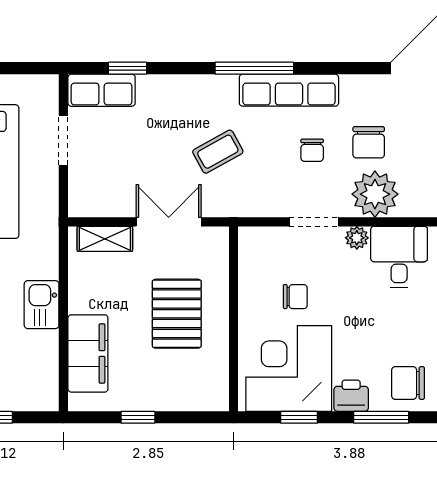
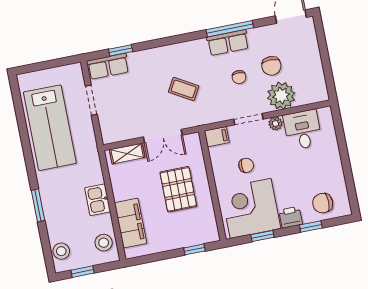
window: (254, 68) -> (230, 29), moved
row of seats: (289, 90) -> (228, 43), width x0.68
coffee table: (218, 152) -> (184, 89), turned 59
double door: (169, 222) -> (163, 136), swing flipped
filing cabinet: (257, 240) -> (217, 137), added
stool: (37, 377) -> (104, 243), added
window: (138, 417) -> (194, 249), moved
window: (381, 417) -> (311, 226), width x0.67

